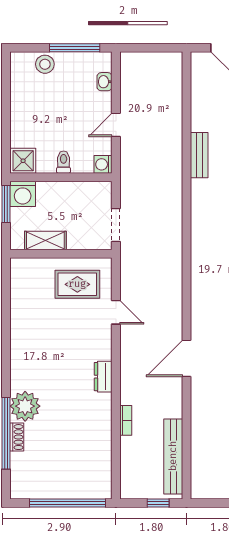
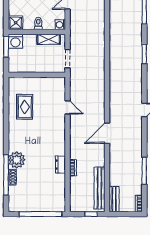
bench: (199, 155) -> (114, 199), moved
shelving: (45, 241) -> (49, 39), moved
rug: (77, 284) -> (25, 107), moved, turned 90
dresser: (103, 377) -> (60, 165), moved

